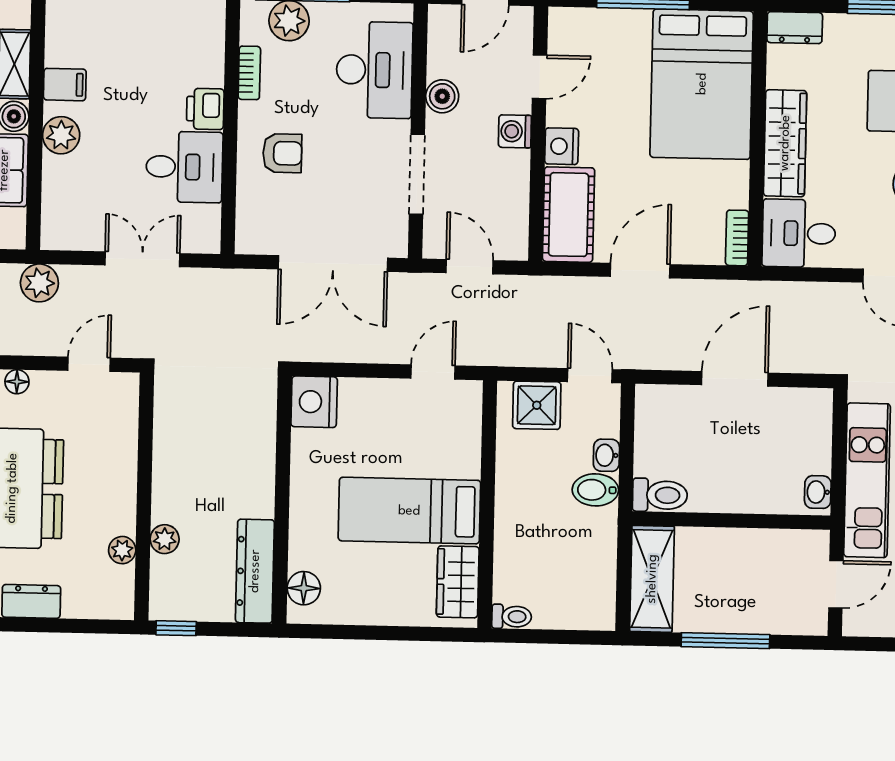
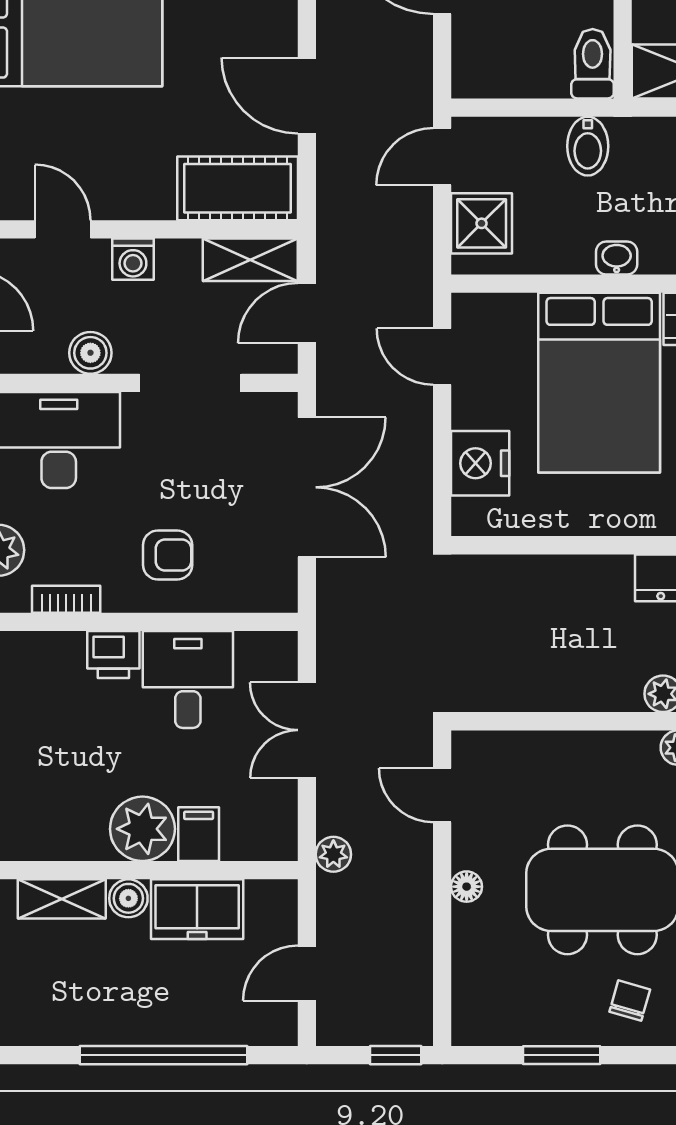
filing cabinet: (65, 85) -> (199, 834), moved
plant: (61, 135) -> (142, 829), width x1.36, depth x1.36
nightstand: (562, 146) -> (151, 199), removed
armchair: (282, 153) -> (168, 555), turned 90
shelving: (512, 223) -> (250, 260), added
plant: (39, 283) -> (333, 854), width x0.73, depth x0.73
nightstand: (314, 402) -> (480, 463), moved, turned 90
washbasin: (606, 455) -> (617, 258), moved, turned 180
bed: (409, 511) -> (599, 383), width x1.50

